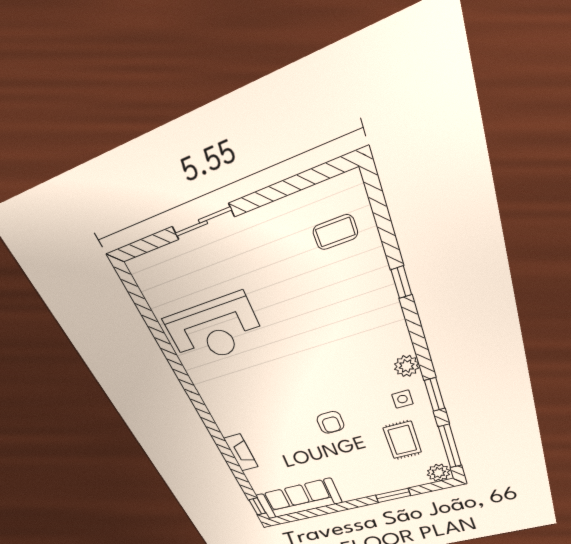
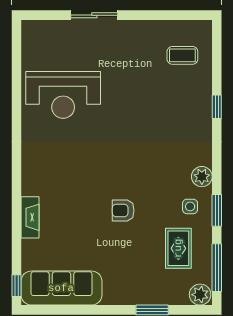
armchair: (331, 422) -> (123, 210), turned 90

